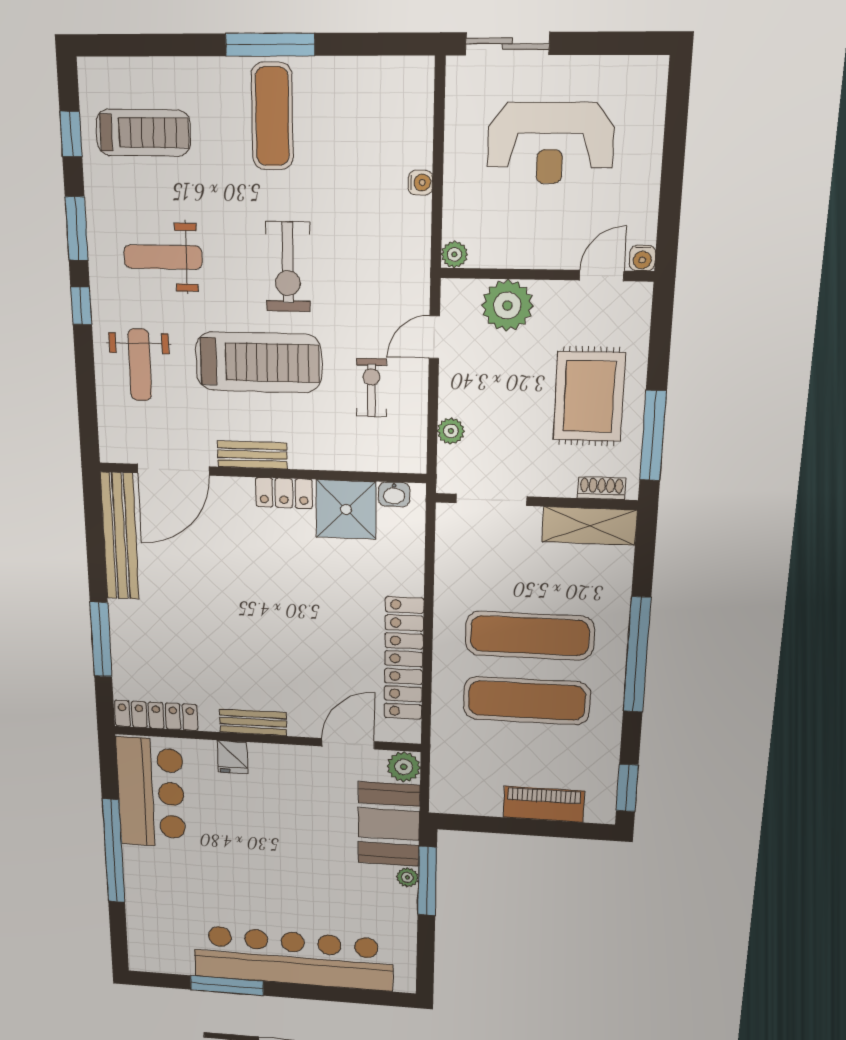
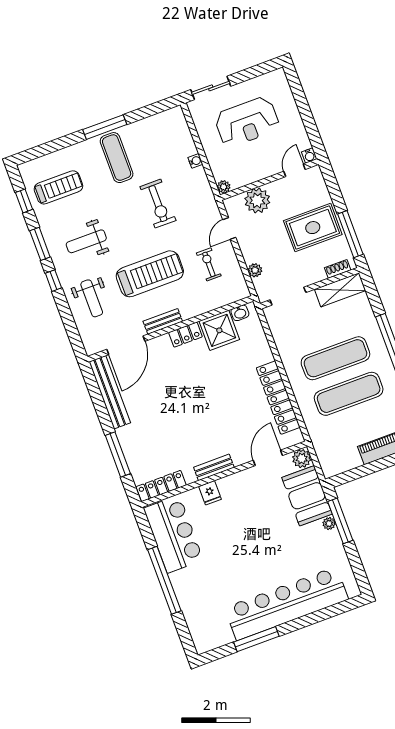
exercise bike: (288, 267) -> (158, 204), moved
rug: (589, 396) -> (313, 228), turned 90

